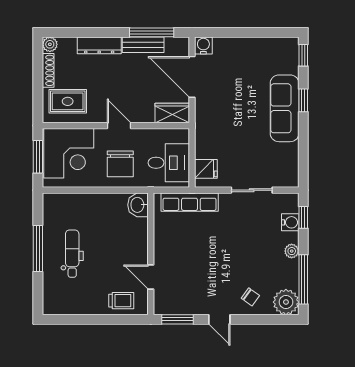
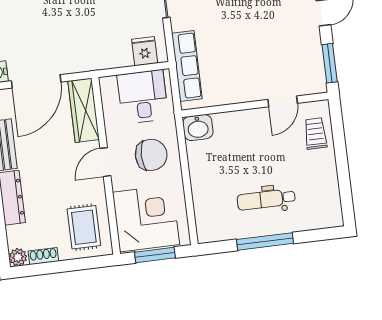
shoe rack: (48, 70) -> (43, 256), width x0.70
wardrobe: (172, 113) -> (84, 110), width x1.50

